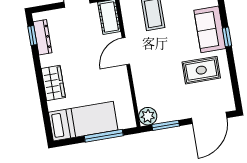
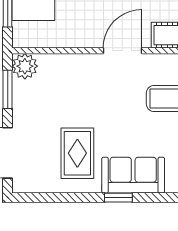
door: (126, 51) -> (122, 51), hinge flipped

